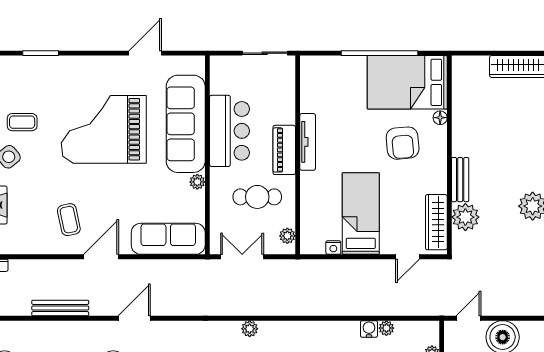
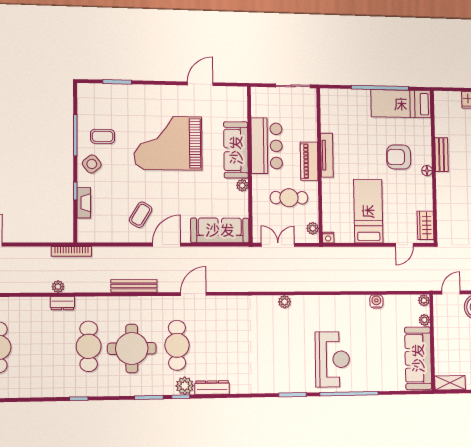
bed: (407, 82) -> (401, 104), width x0.67
floor lamp: (440, 118) -> (427, 171), moved
sofa: (186, 124) -> (236, 150), width x0.74, depth x0.79
armchair: (403, 143) -> (399, 157), turned 95
bench: (460, 180) -> (441, 155), moved
plant: (465, 217) -> (447, 214), removed
coffee table: (69, 220) -> (141, 215), turned 43
wardrobe: (436, 222) -> (425, 225), width x0.67
nightstand: (333, 247) -> (328, 238), moved
plant: (386, 328) -> (424, 300), moved

